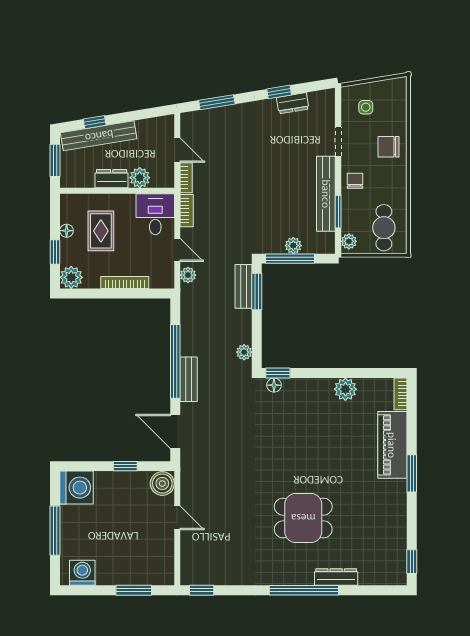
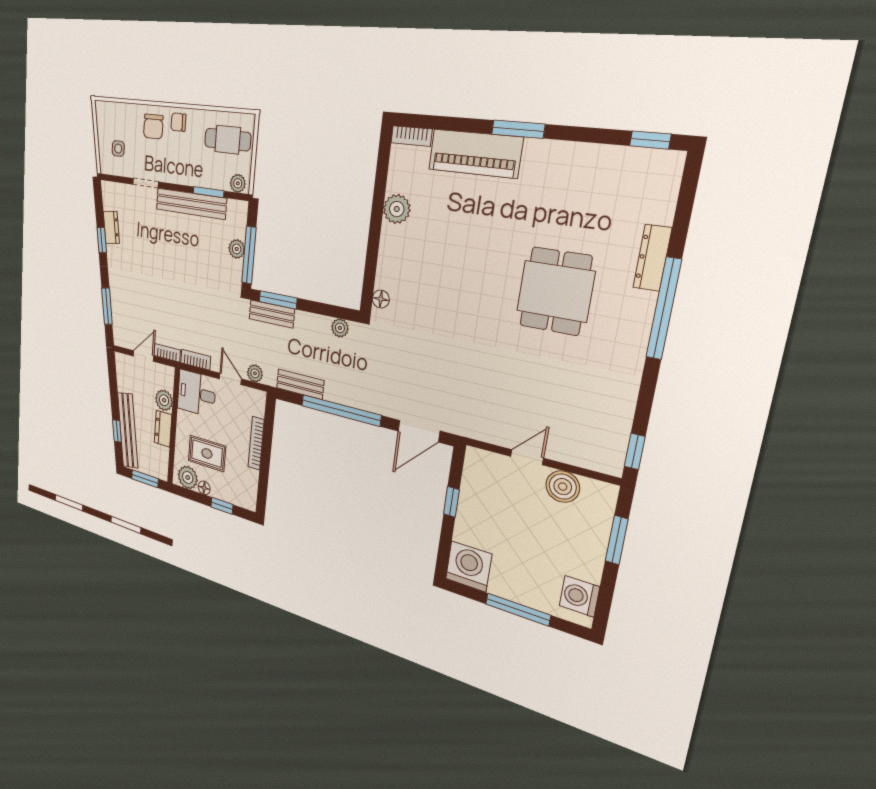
chair: (355, 181) -> (178, 122), moved
door: (177, 250) -> (230, 379), hinge flipped
plant: (71, 277) -> (188, 477), moved
window: (278, 373) -> (368, 292), removed
bench: (189, 379) -> (300, 384), moved
boiler: (162, 484) -> (563, 487), moved

